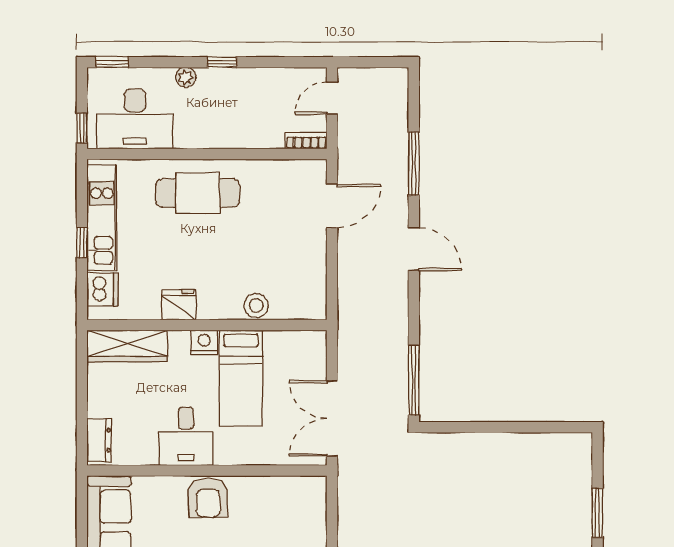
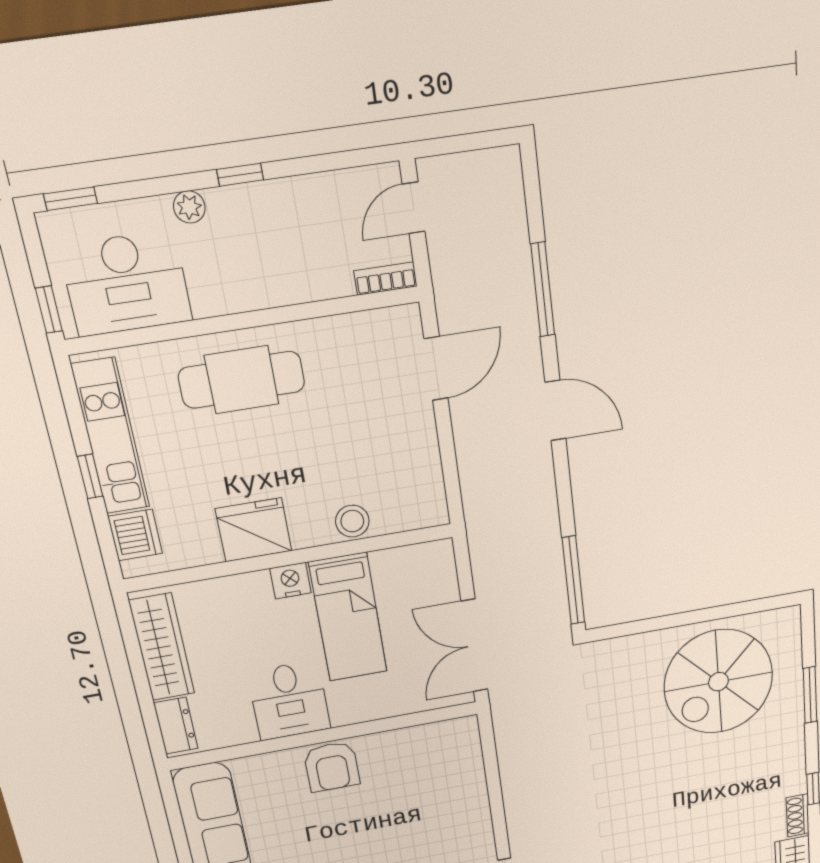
fridge: (179, 305) -> (254, 530), width x1.36, depth x1.34
wardrobe: (127, 346) -> (162, 647), moved, turned -90
spiral stairs: (522, 486) -> (718, 682), added

